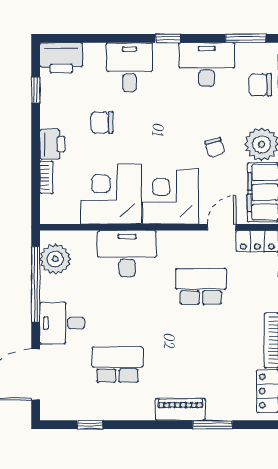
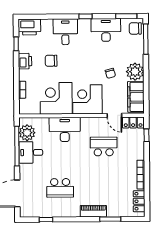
chair: (260, 85) -> (135, 28), moved
printer: (52, 144) -> (25, 61), moved
door: (222, 227) -> (114, 115), swing flipped
desk: (62, 323) -> (31, 152), moved
school desk: (117, 365) -> (60, 188), turned 180

